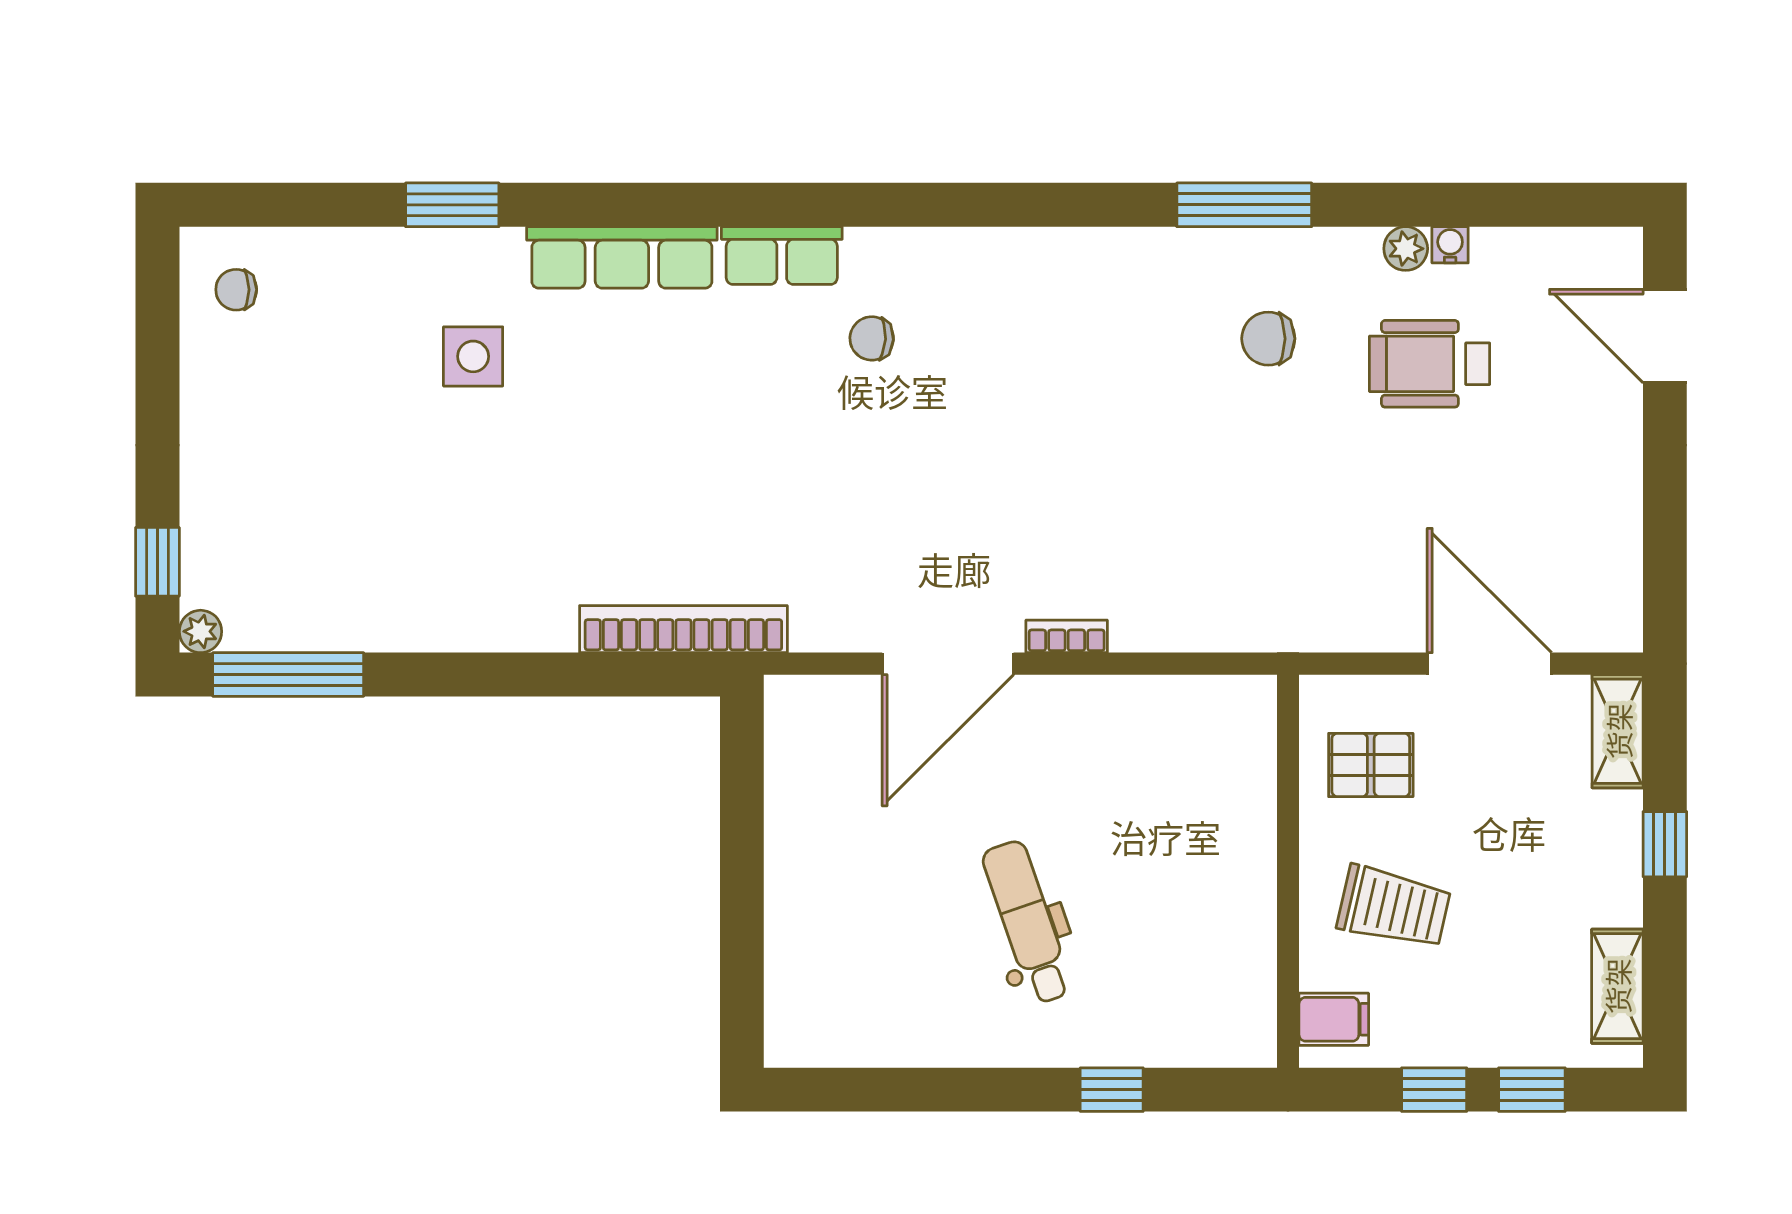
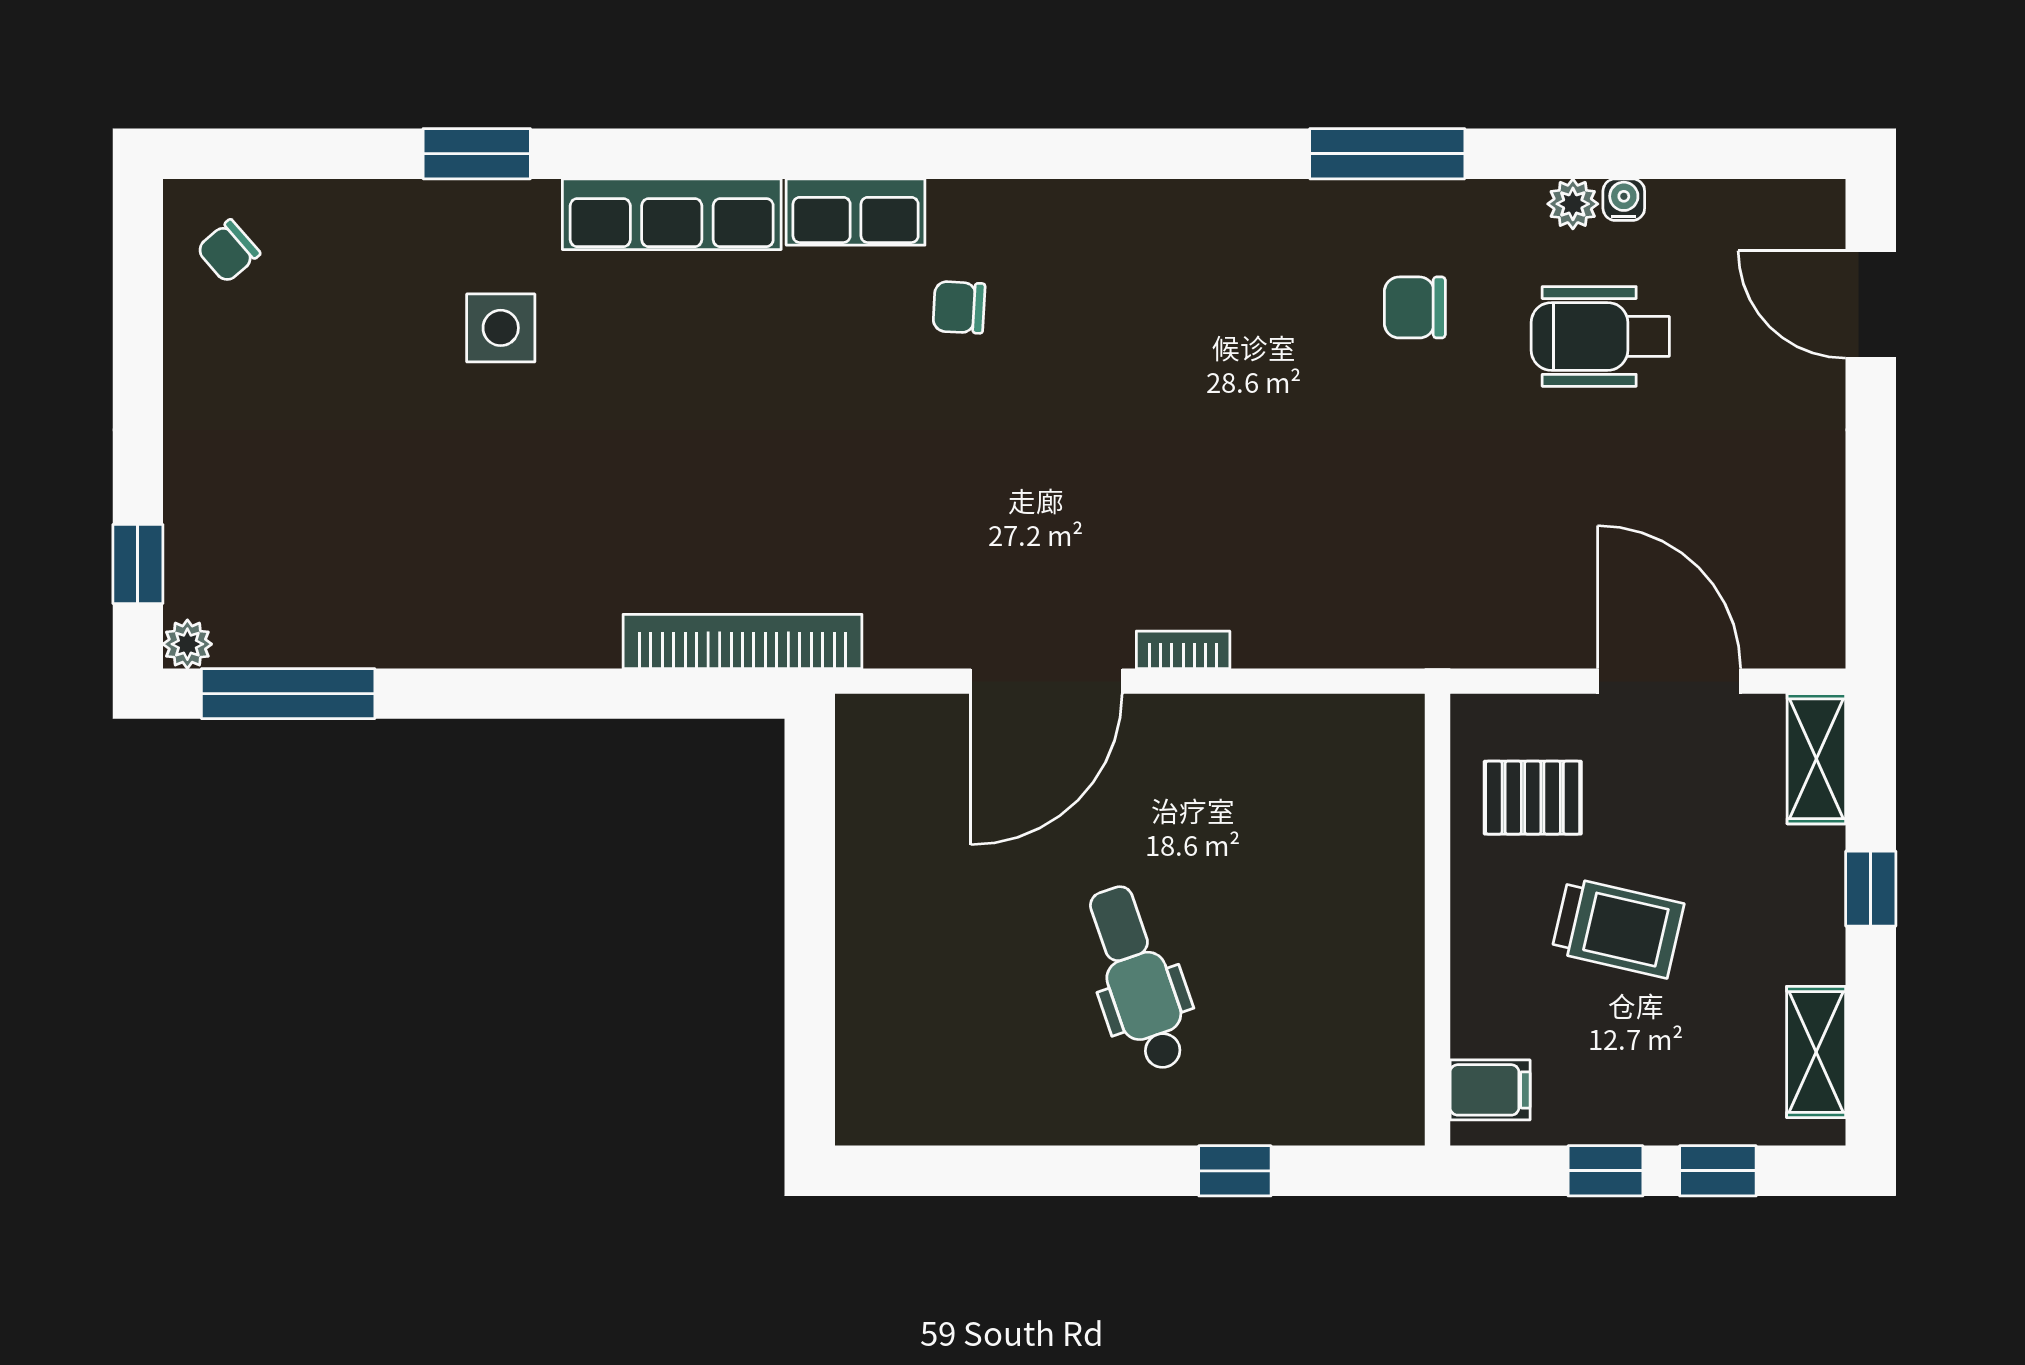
chair: (236, 290) -> (228, 251), turned -41
trolley: (1394, 907) -> (1618, 928), moved

